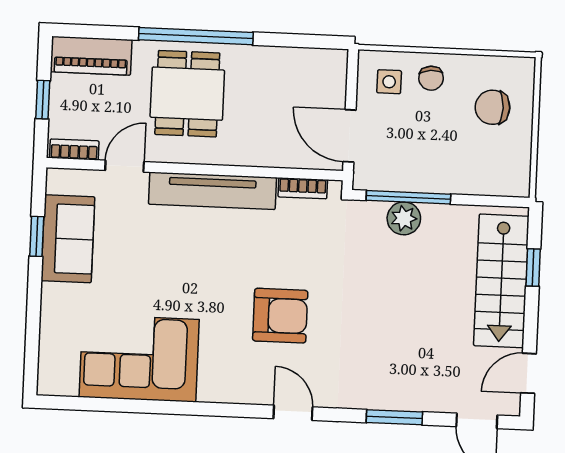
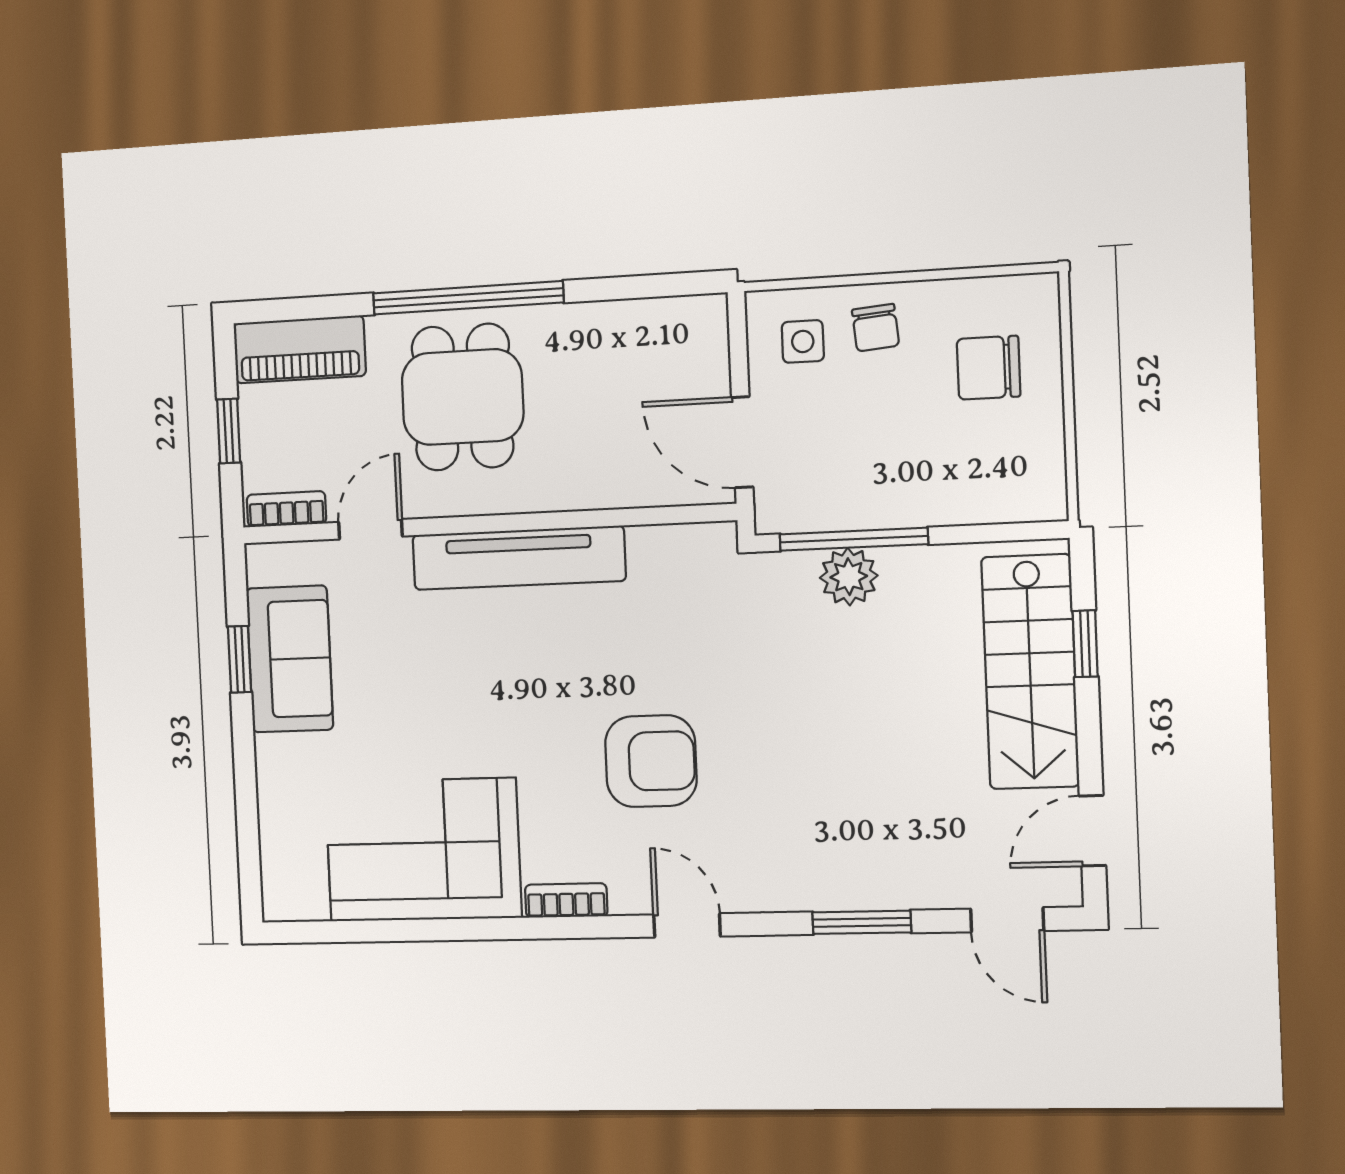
bookcase: (303, 188) -> (566, 900), moved, turned 180

